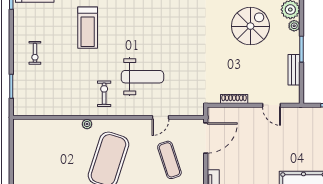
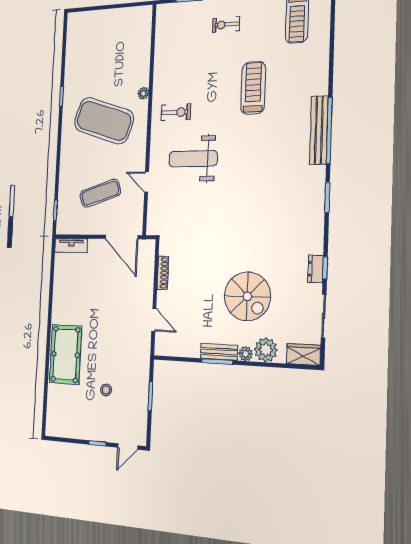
treadmill: (88, 28) -> (253, 88), turned 90
bench: (294, 70) -> (219, 352), moved
weight bench: (142, 77) -> (193, 159), turned 90
door: (271, 105) -> (154, 320), swing flipped

